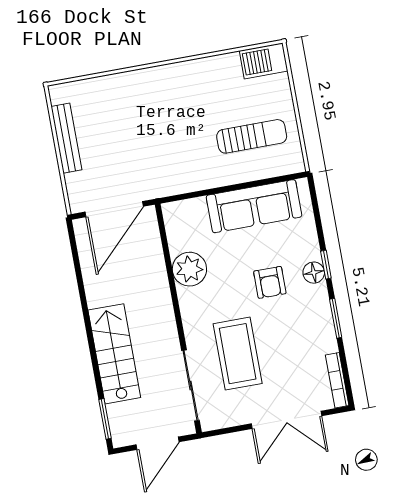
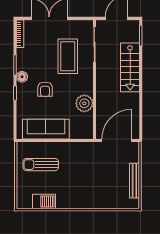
barbecue: (264, 61) -> (44, 202), moved
floor lamp: (314, 273) -> (22, 77), moved
armchair: (270, 282) -> (45, 89), turned 180

